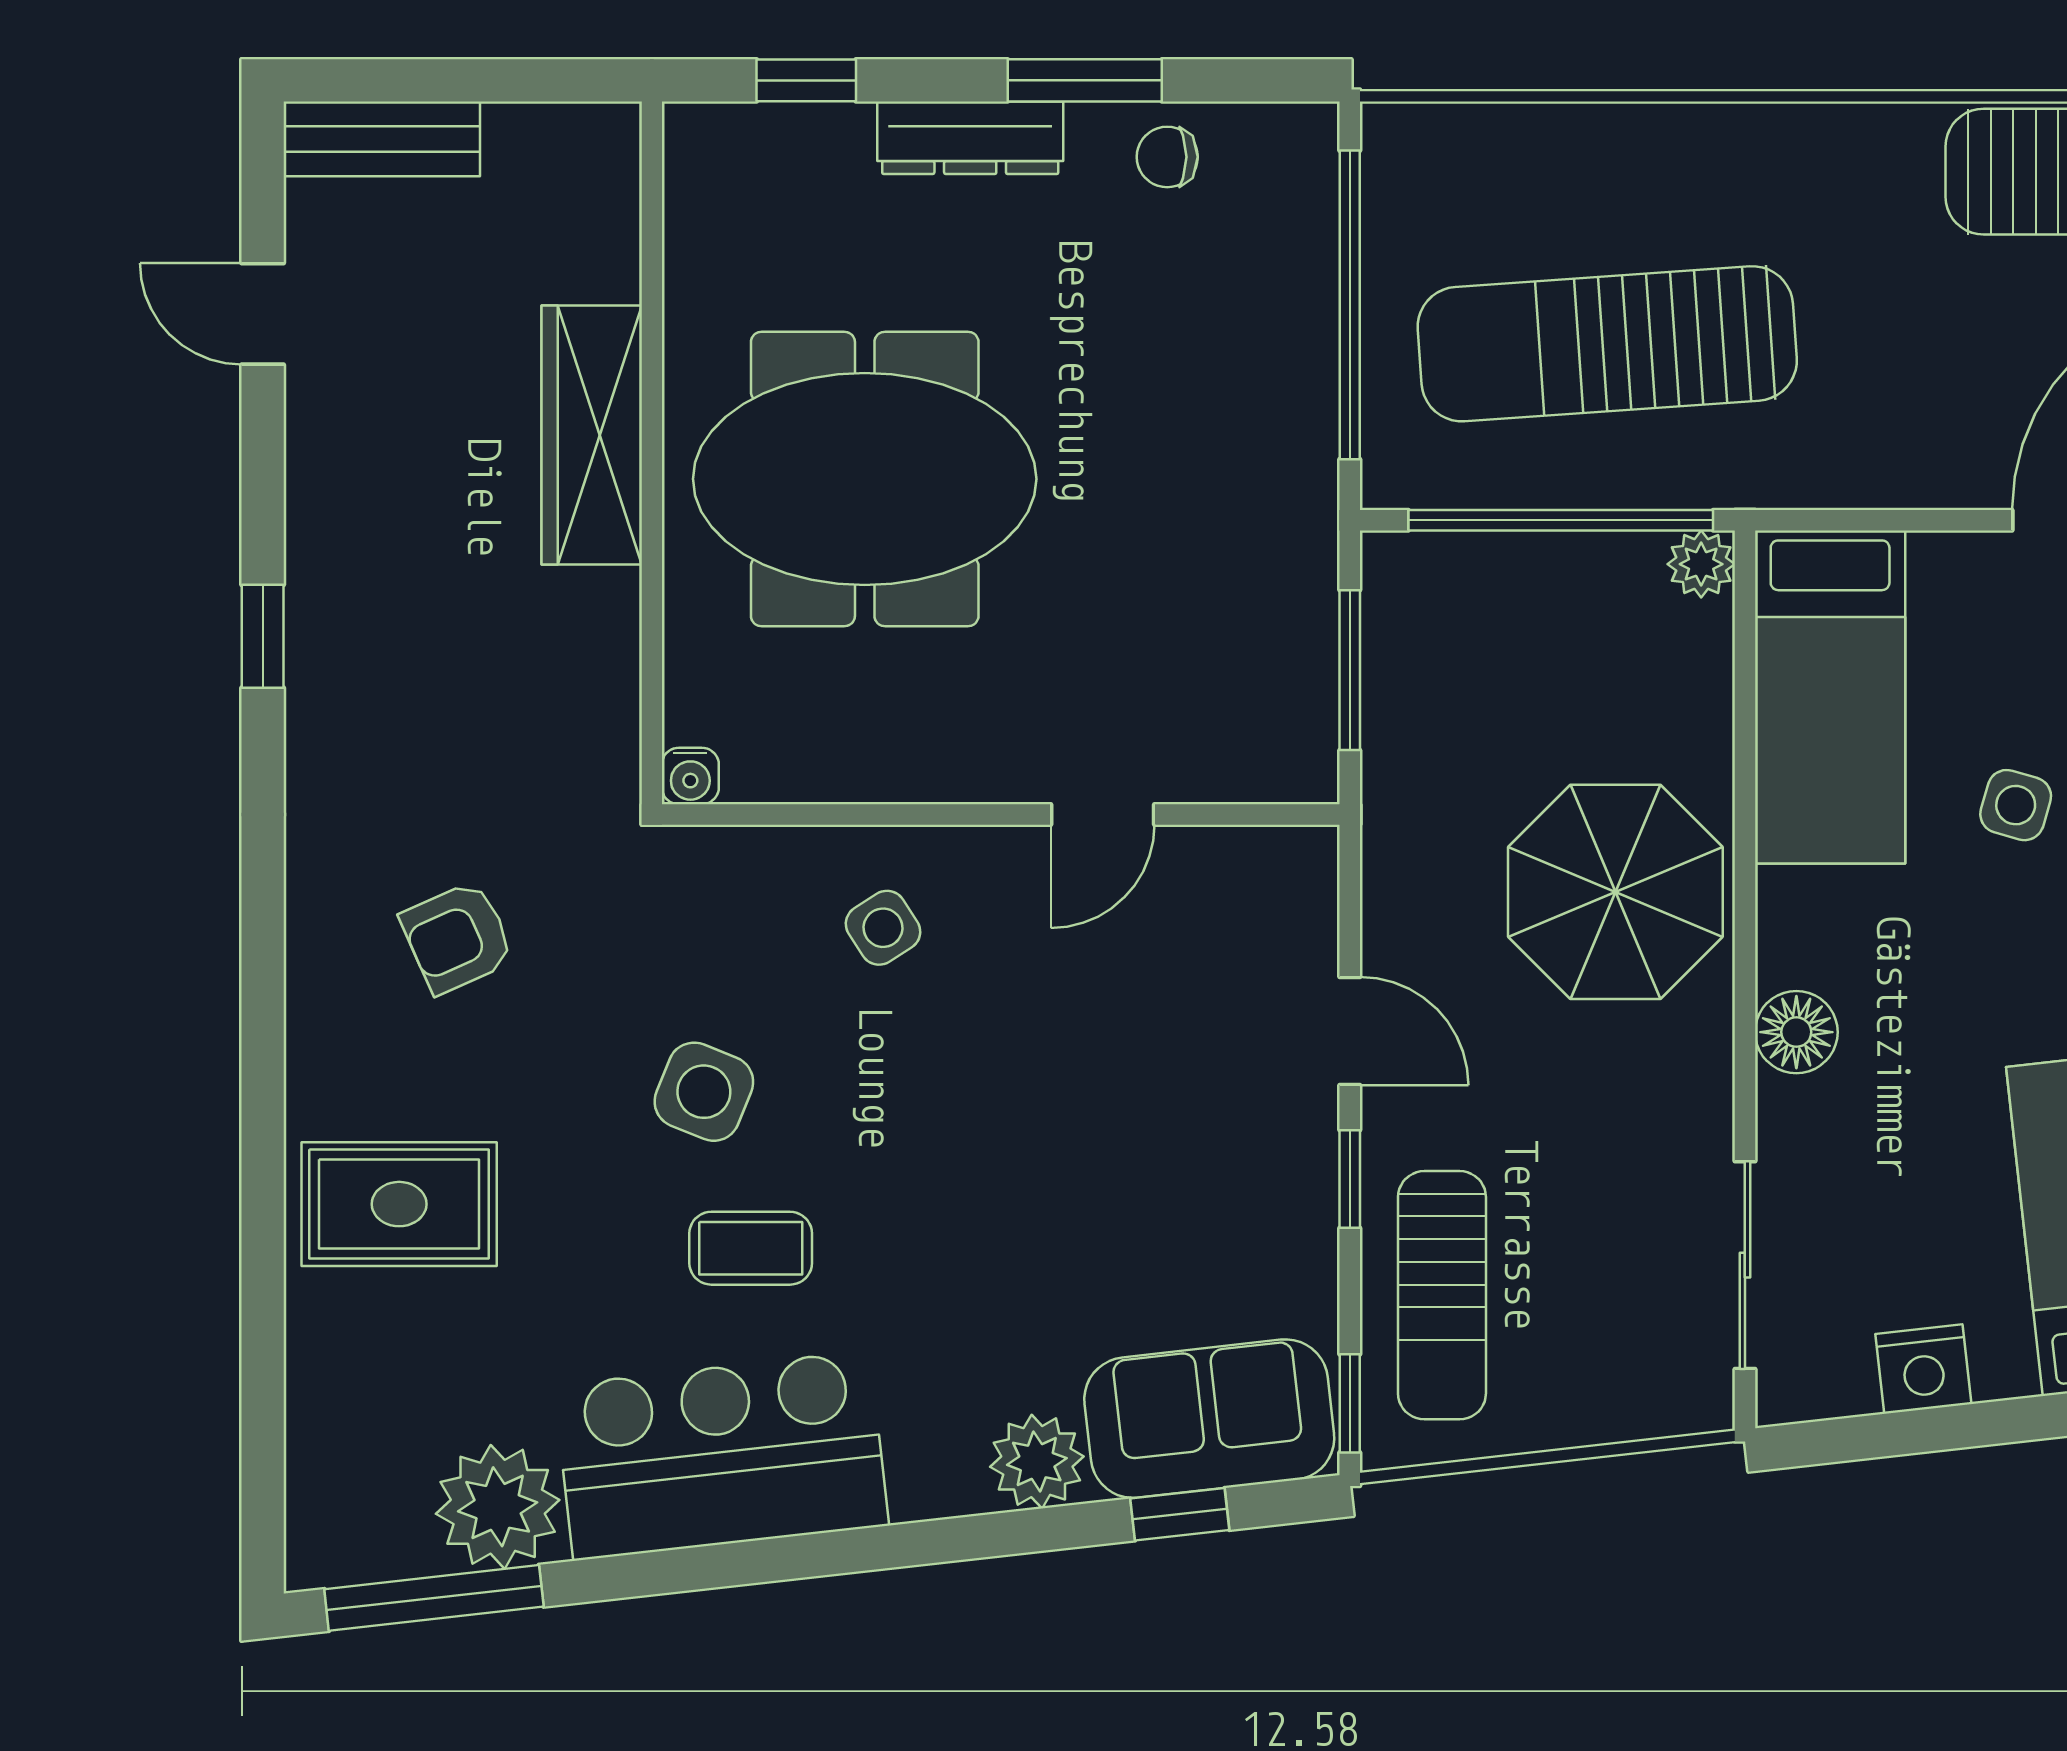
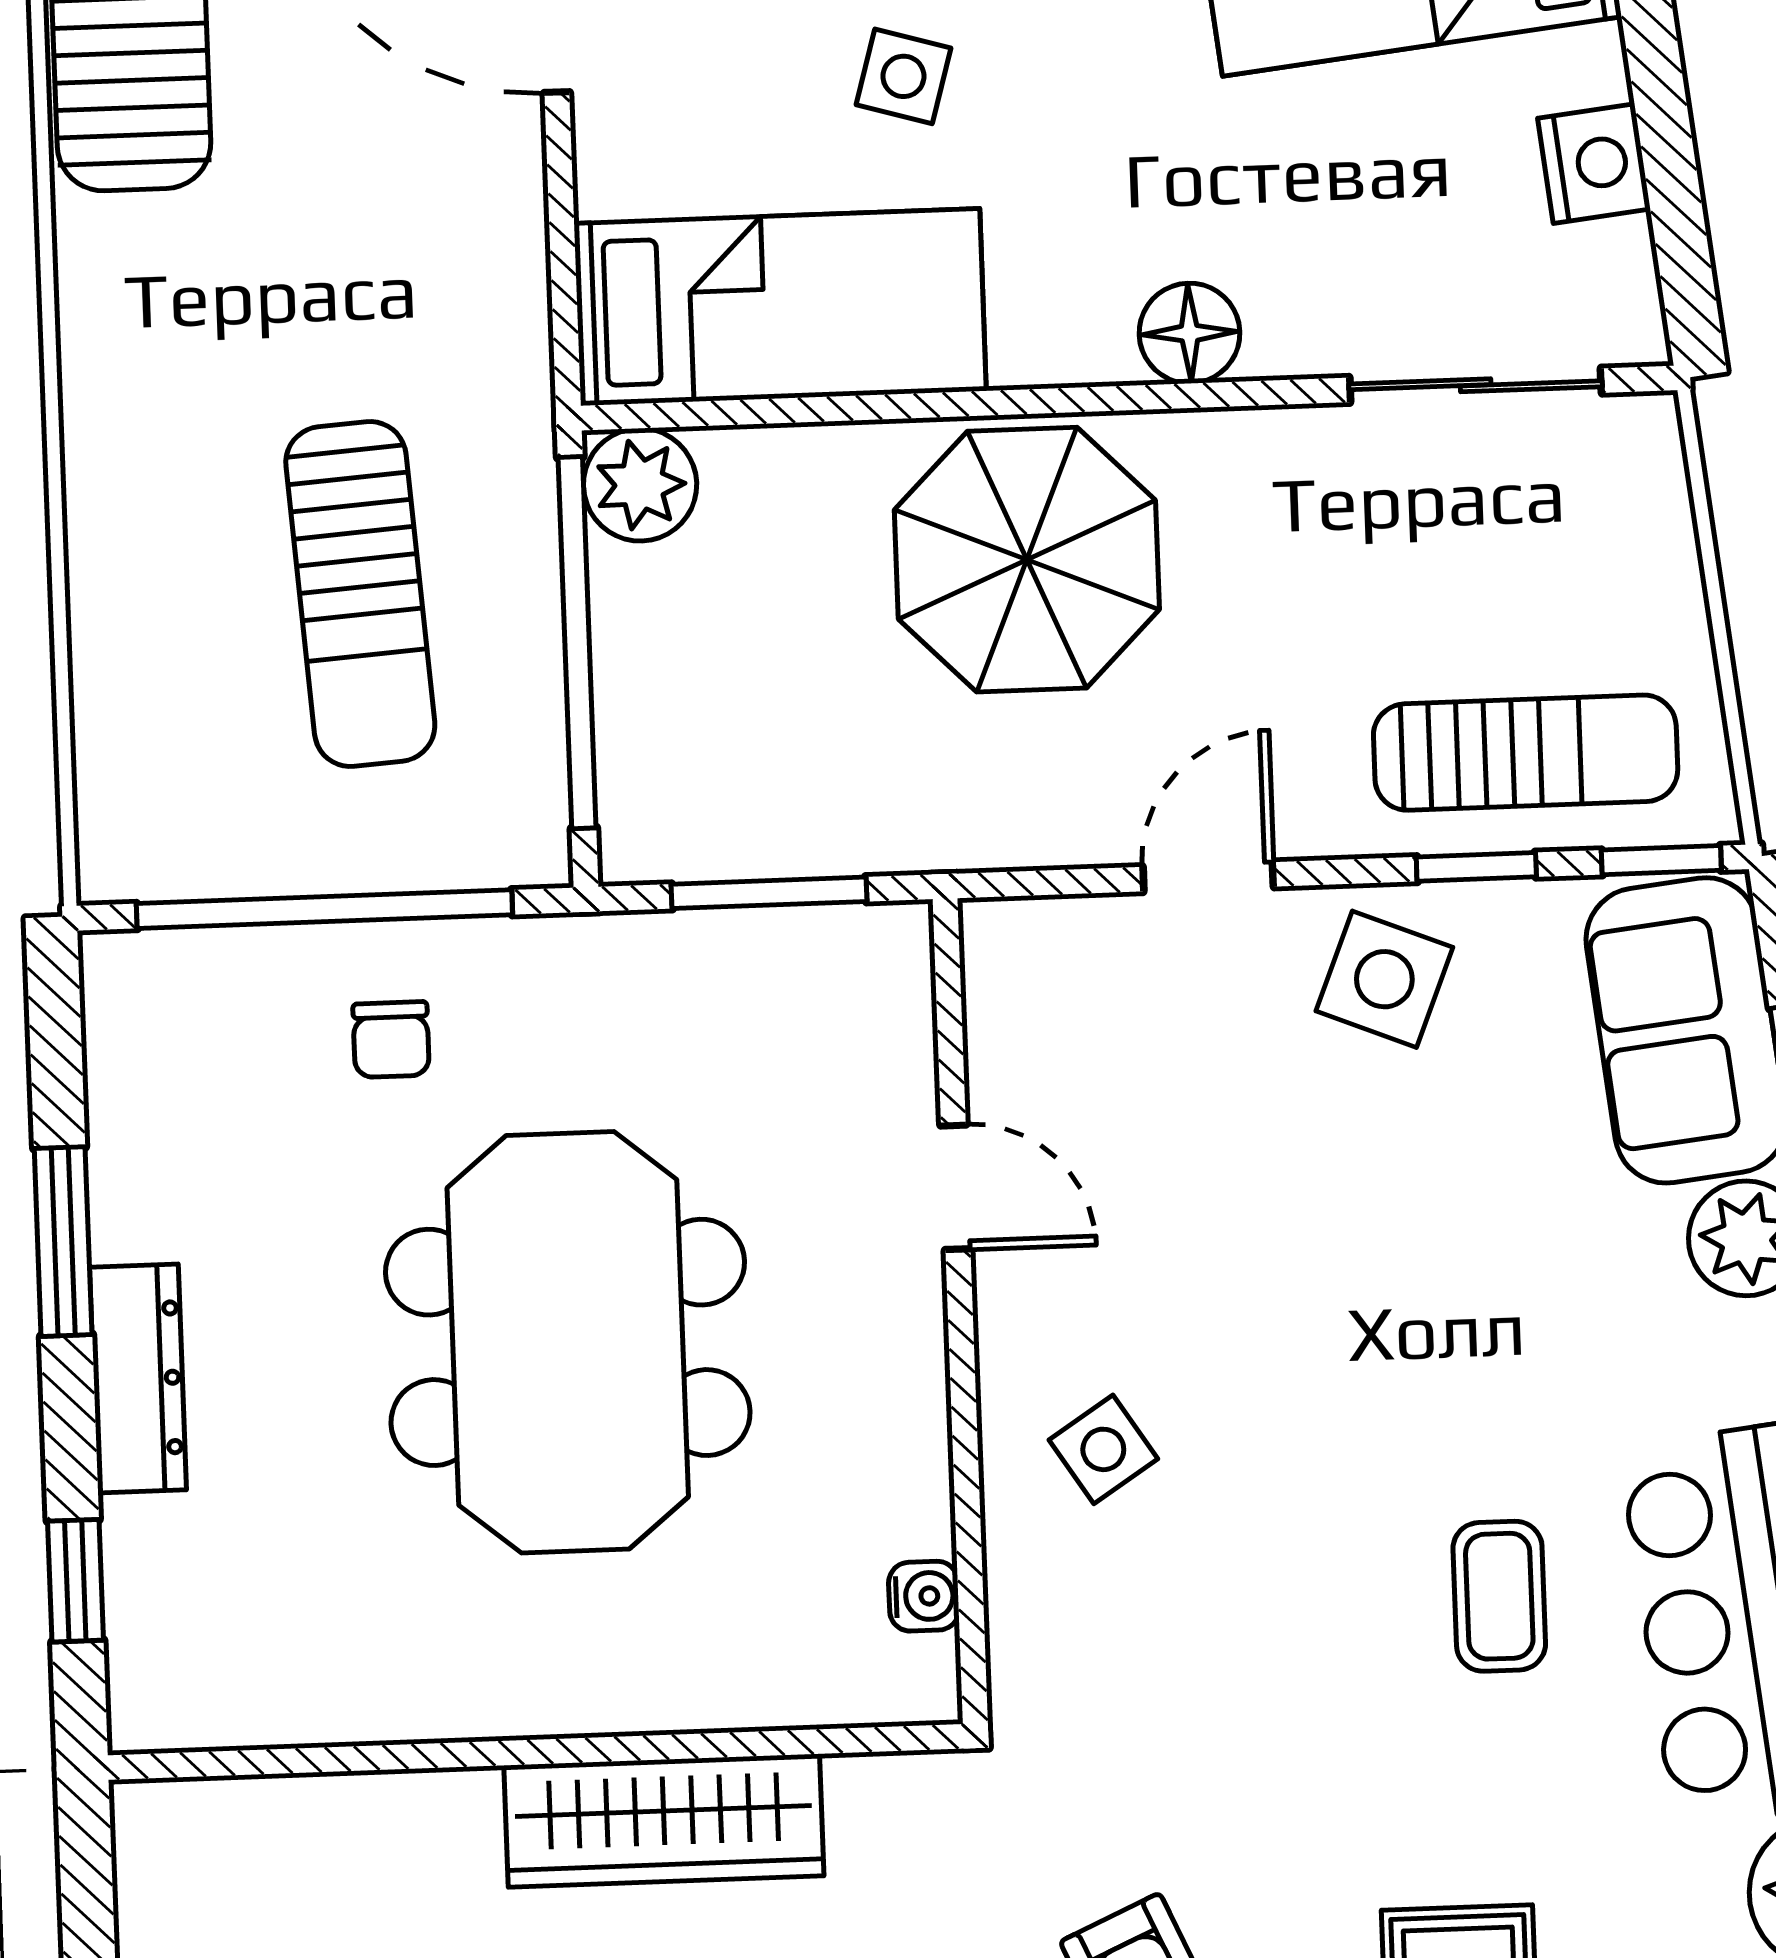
chair: (1167, 157) -> (391, 1040), moved
sun lounger: (1607, 344) -> (360, 594), width x0.73, depth x0.75
wardrobe: (592, 435) -> (664, 1821), moved
meeting table: (865, 479) -> (568, 1342), moved
plant: (1701, 564) -> (640, 485), width x1.38, depth x1.38
water cooler: (690, 776) -> (924, 1596), moved
side table: (704, 1092) -> (1384, 979), moved
window: (1350, 1179) -> (1476, 867), moved

